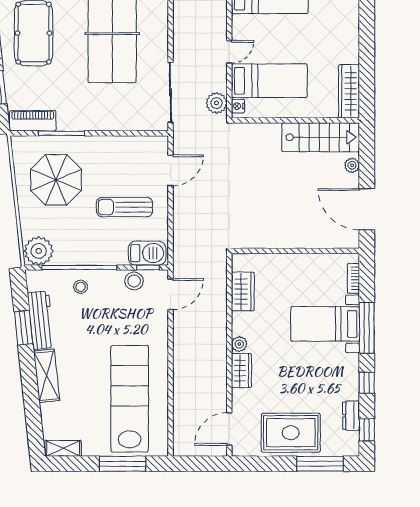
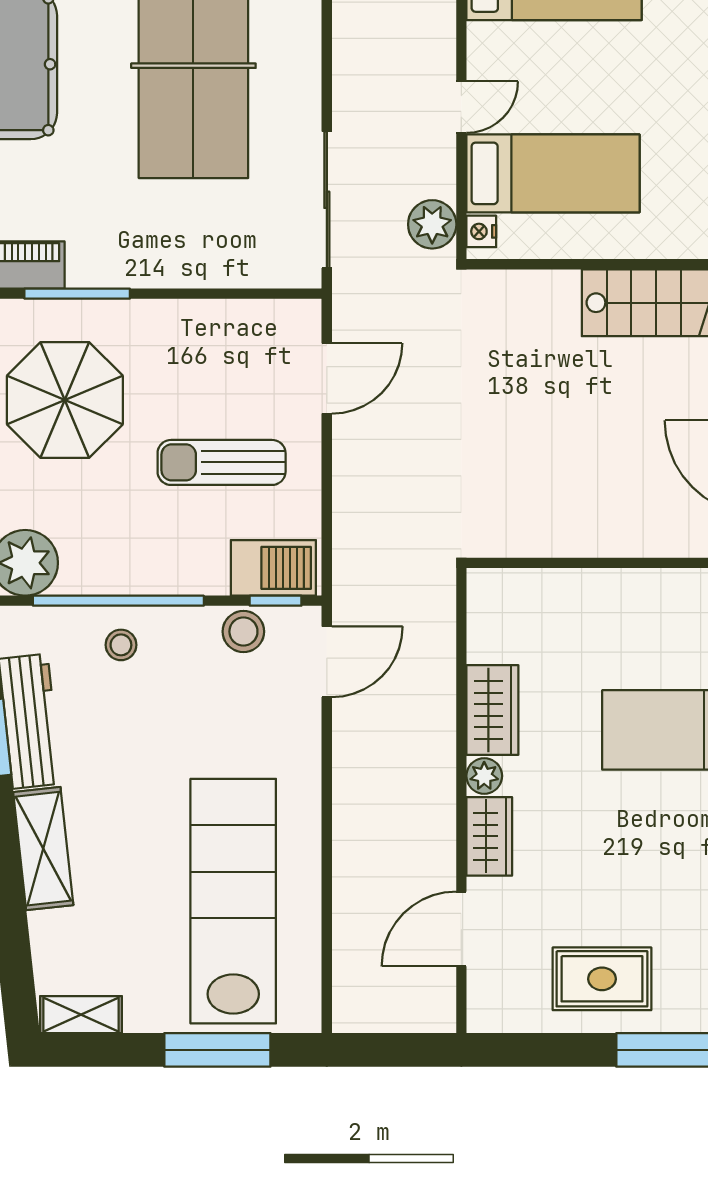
wardrobe: (243, 291) -> (492, 710), moved
door: (229, 429) -> (461, 929), moved
rug: (291, 433) -> (602, 979), width x0.73, depth x0.70

